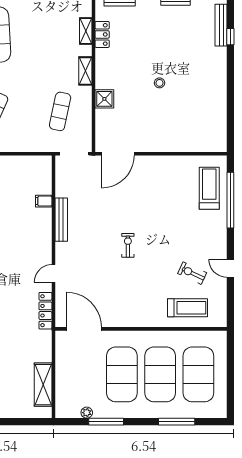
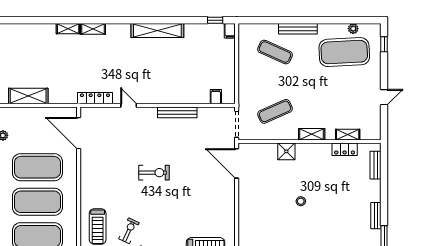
exercise mat: (60, 111) -> (275, 111), turned -36
filing cabinet: (44, 201) -> (216, 97), moved
exercise bike: (128, 245) -> (154, 173), width x1.38, depth x1.39
door: (84, 329) -> (79, 133), swing flipped

